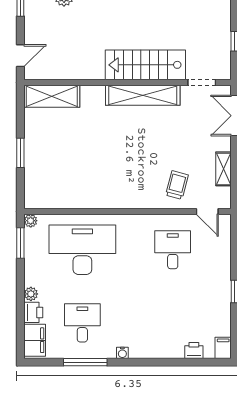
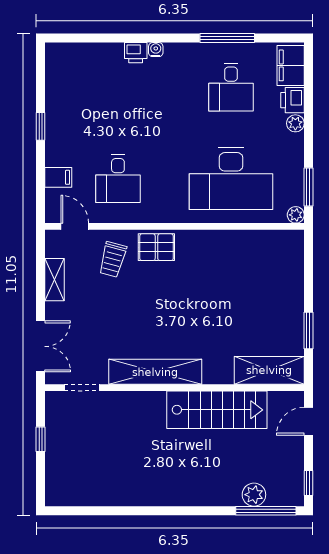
stairs: (145, 65) -> (217, 410), moved
window: (20, 153) -> (308, 331), moved
pallet: (142, 195) -> (156, 247), added
filing cabinet: (223, 348) -> (58, 177), moved, turned -90
printer: (194, 350) -> (136, 53), moved
water cooler: (122, 353) -> (156, 50), moved

